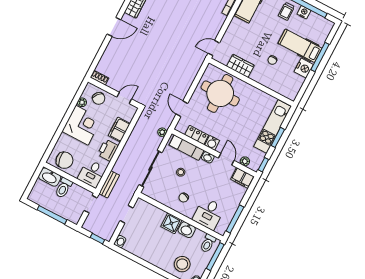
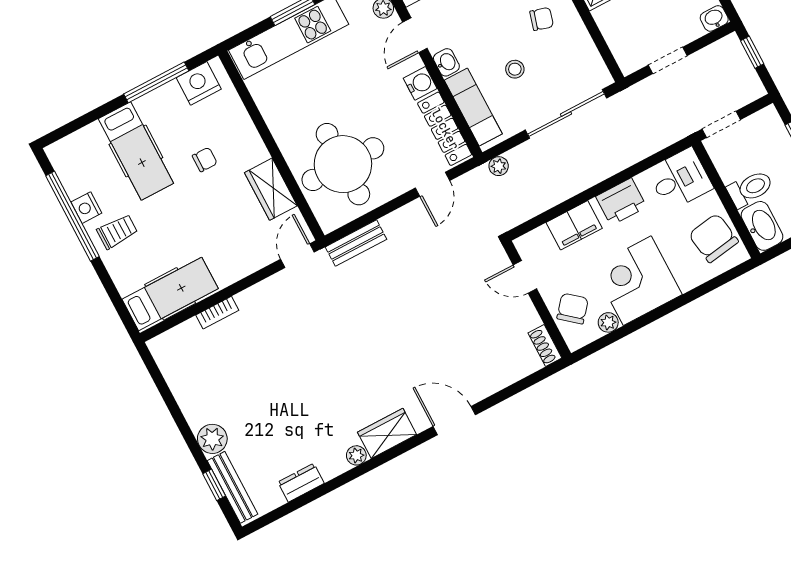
door: (214, 48) -> (297, 256), swing flipped
window: (320, 57) -> (156, 82), moved
nightstand: (304, 68) -> (199, 83), moved
locker: (197, 135) -> (445, 129), width x1.53
bench: (109, 184) -> (356, 243), moved

